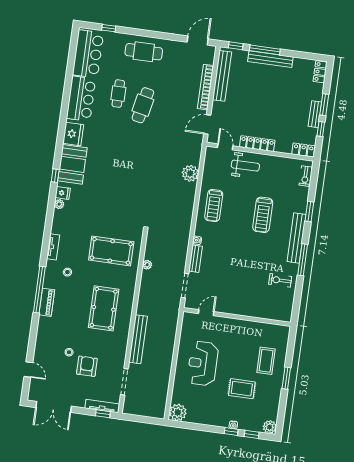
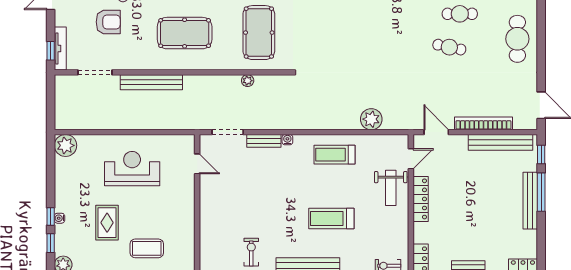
cafe table: (143, 105) -> (449, 47), width x0.73, depth x0.74

